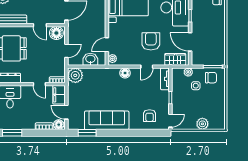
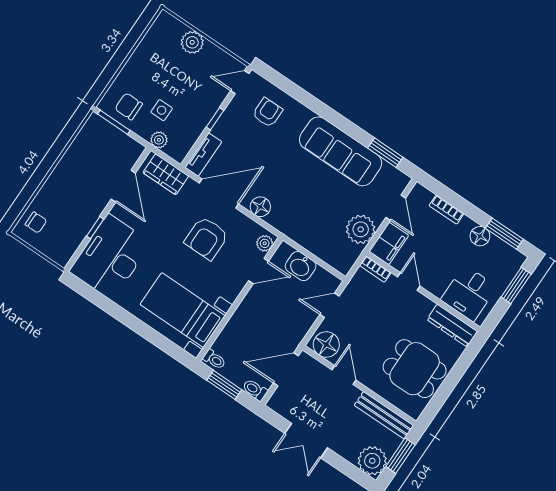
armchair: (151, 41) -> (206, 238), moved
door: (147, 67) -> (219, 194), width x1.88
plant: (75, 75) -> (361, 229), moved
floor lamp: (59, 125) -> (480, 236), moved

